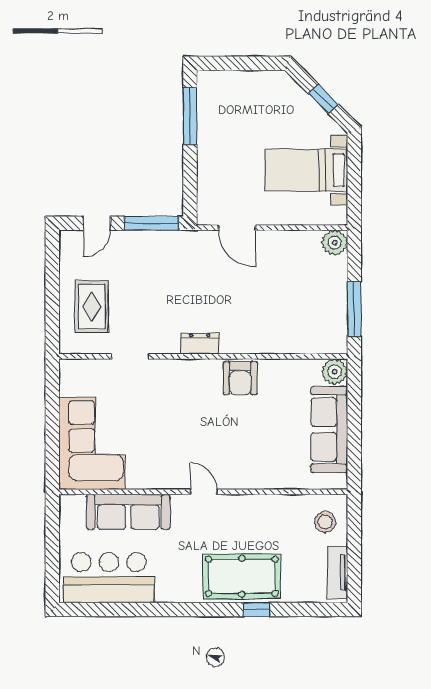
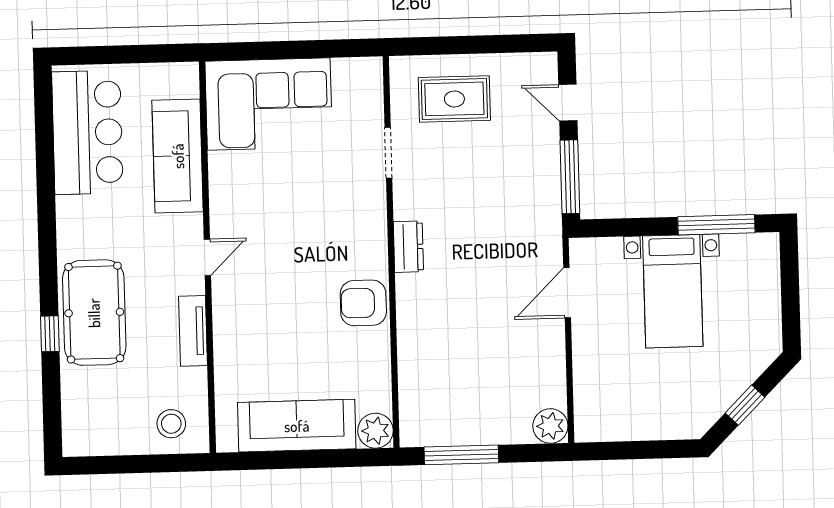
bed with nightstands: (306, 170) -> (673, 291), moved, turned 180
tv unit: (338, 572) -> (193, 331), moved, turned -90

